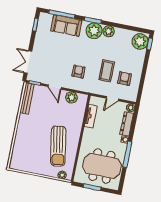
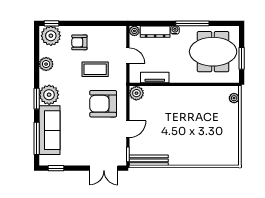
sofa: (66, 26) -> (50, 130), width x1.36
plant: (109, 31) -> (46, 64), moved
armchair: (78, 72) -> (103, 104), width x1.88, depth x1.88
armchair: (125, 79) -> (79, 42), moved
plant: (72, 97) -> (136, 93), moved
sun lounger: (58, 146) -> (199, 110), removed
meeting table: (102, 166) -> (213, 52), turned 90

